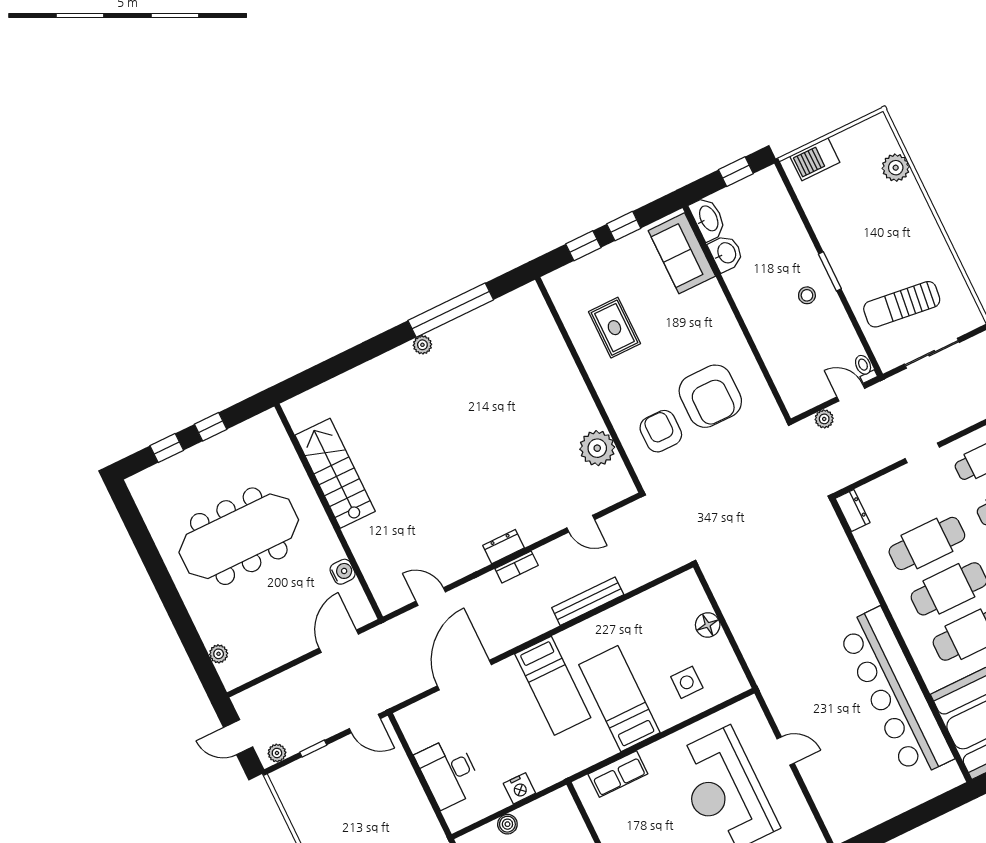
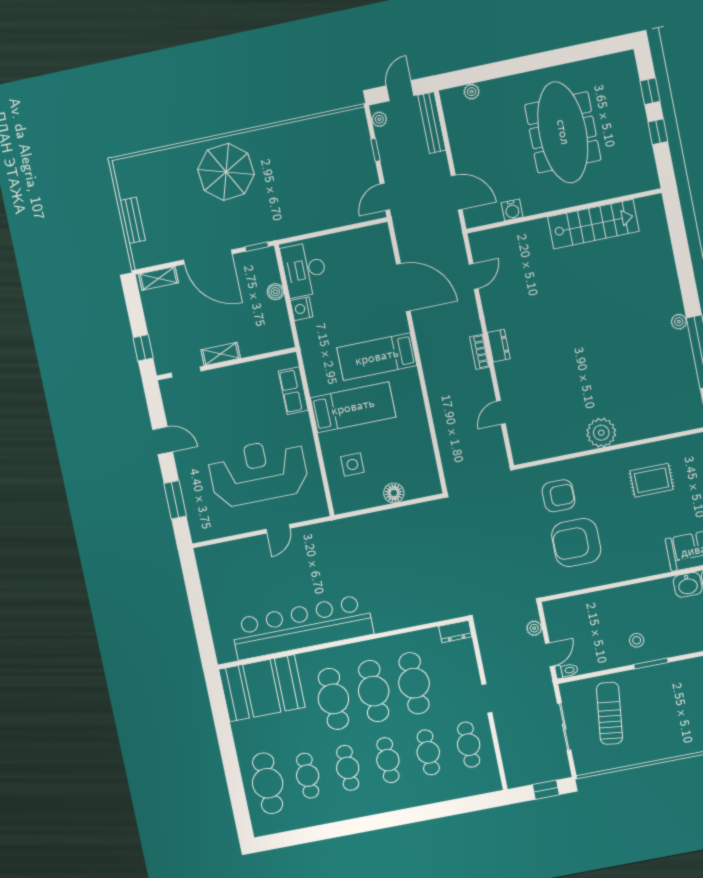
plant: (597, 448) -> (601, 433), moved
bench: (588, 601) -> (432, 123), moved
desk: (449, 772) -> (304, 270), moved, turned -90

